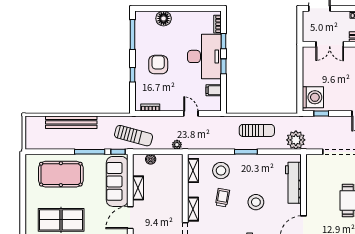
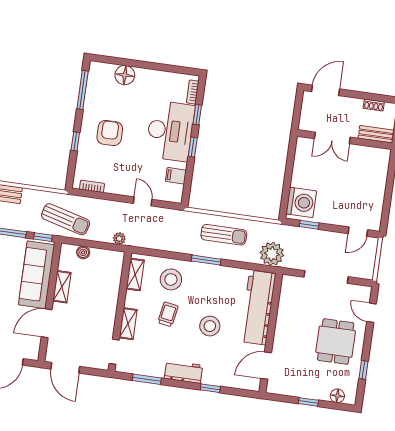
workbench: (293, 183) -> (258, 308), width x1.36, depth x1.32

